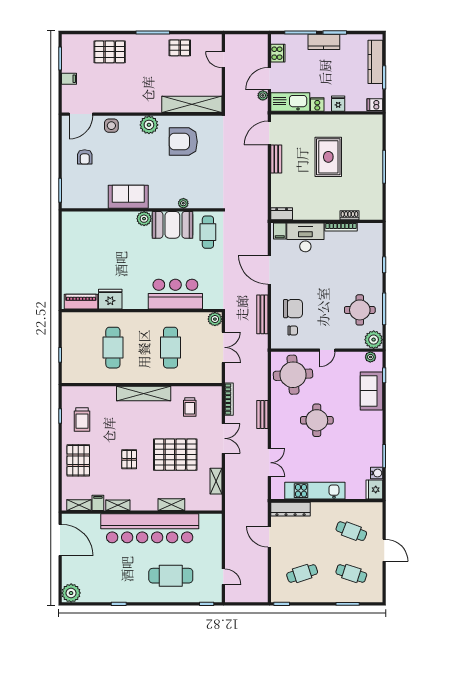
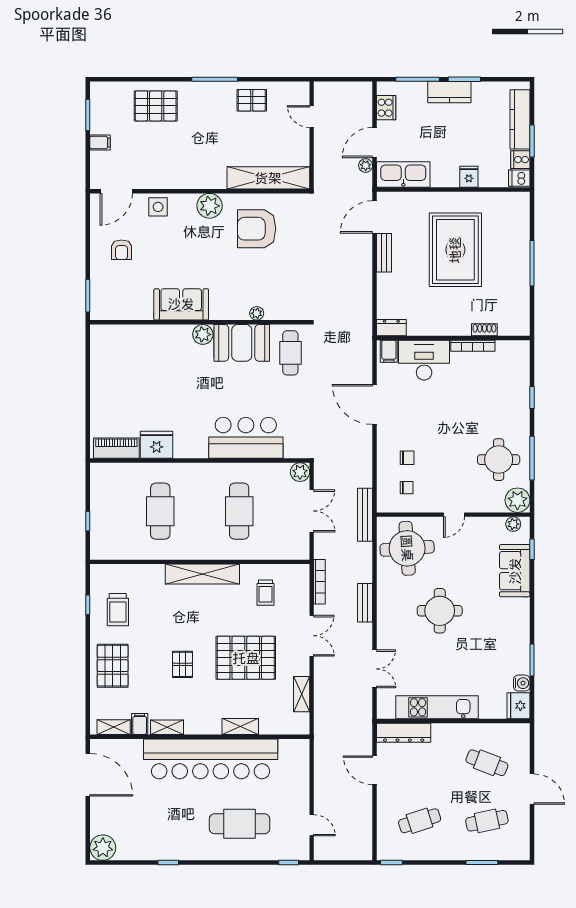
cooker: (317, 104) -> (520, 160), moved, turned -90
rug: (328, 157) -> (455, 250), width x1.37, depth x1.44
chair: (293, 309) -> (407, 458), width x0.54, depth x0.54
bench: (262, 314) -> (365, 515), moved
cafe table: (351, 573) -> (487, 821), turned -30

